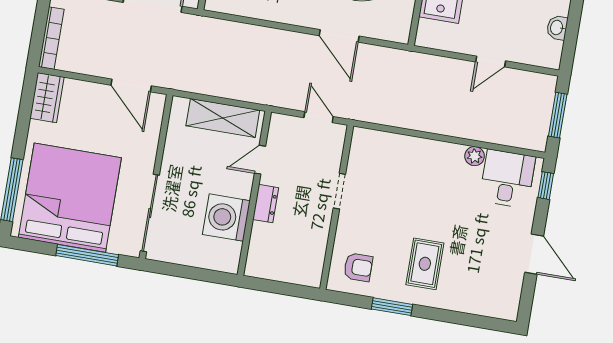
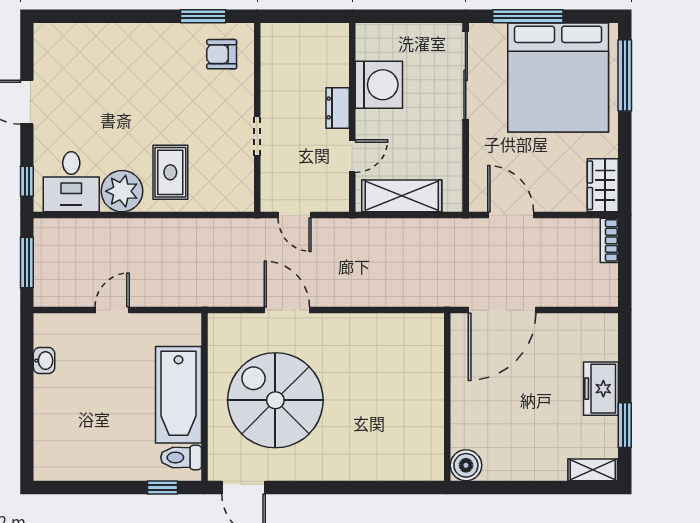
bookcase: (51, 38) -> (609, 240), width x0.64
plant: (475, 156) -> (122, 191), width x1.87, depth x1.87
rug: (425, 264) -> (170, 172), moved
window: (392, 307) -> (203, 16), moved

